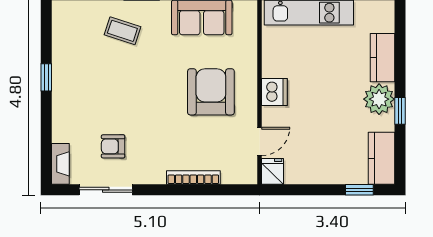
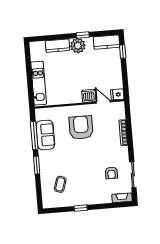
coffee table: (122, 31) -> (60, 184), moved
armchair: (211, 92) -> (81, 128), turned 90
dishwasher: (274, 92) -> (89, 96), moved

